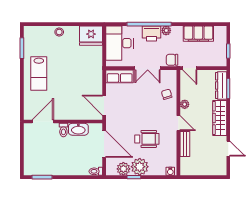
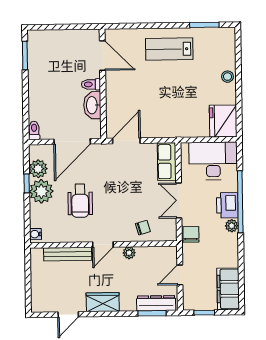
filing cabinet: (198, 34) -> (228, 289), moved
door: (190, 68) -> (180, 275), moved
wardrobe: (220, 118) -> (103, 302), width x0.67
bench: (185, 144) -> (68, 254), width x1.36

